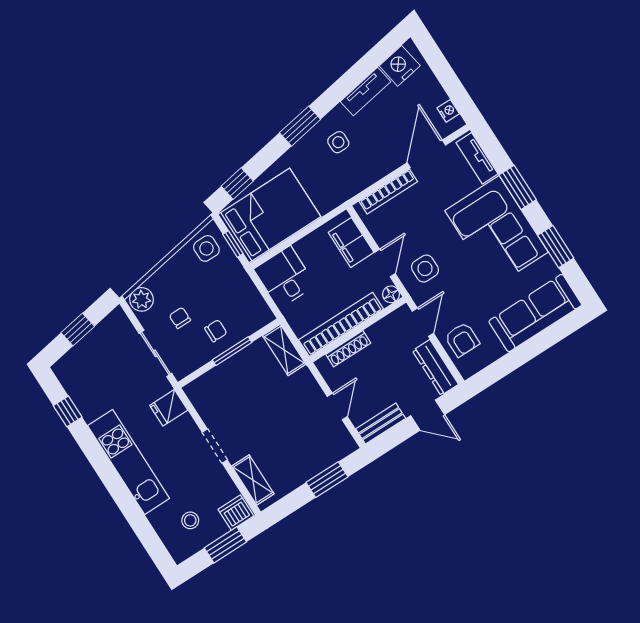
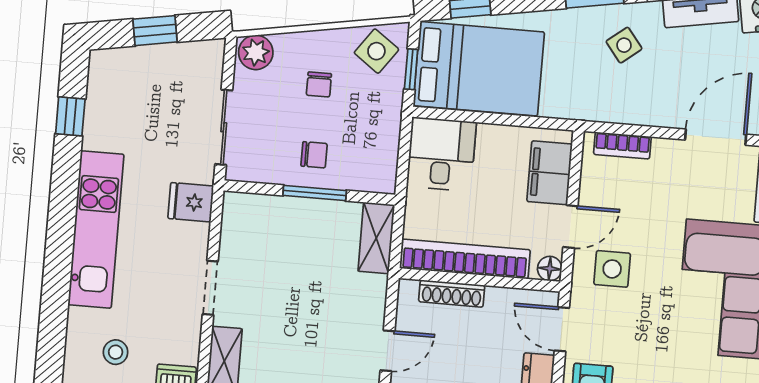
side table: (338, 142) -> (624, 45), turned -38
bookcase: (388, 191) -> (622, 146), width x0.64
side table: (206, 248) -> (376, 51), turned 36
chair: (180, 318) -> (319, 84), moved, turned 180
door: (423, 322) -> (562, 329), swing flipped

